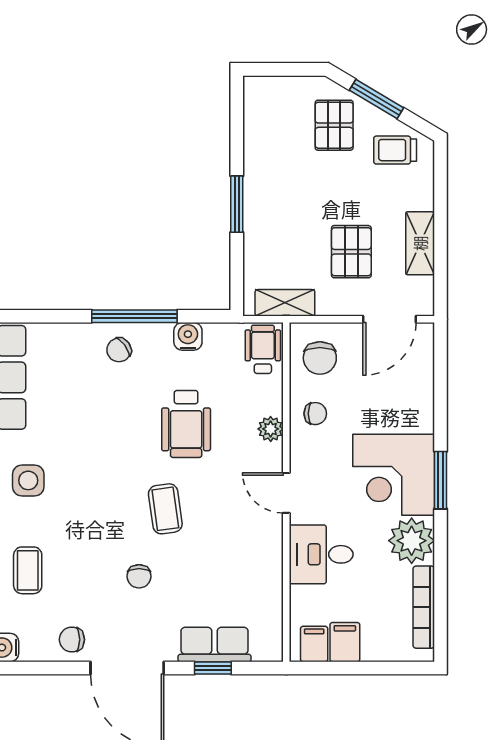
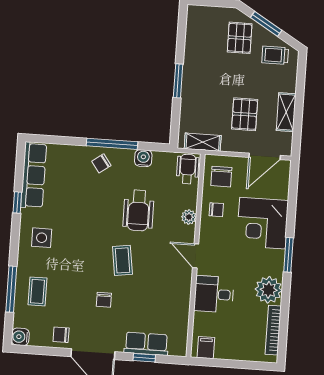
corner desk: (394, 475) -> (262, 223), moved
filing cabinet: (345, 642) -> (224, 348), removed

